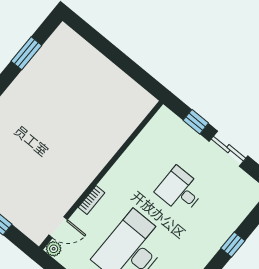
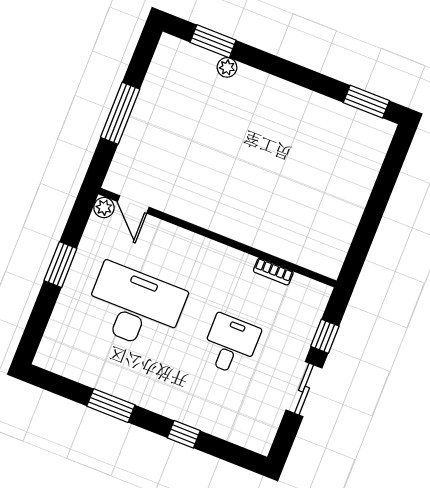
window: (26, 53) -> (366, 102), moved
bookcase: (92, 200) -> (273, 272), moved

